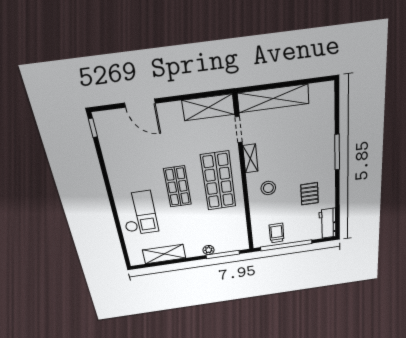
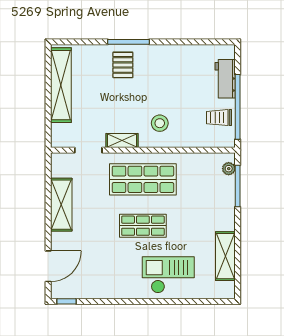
shelving: (273, 98) -> (61, 85), moved
door: (140, 103) -> (48, 266), moved
shelving: (208, 107) -> (61, 205), moved
pallet: (310, 194) -> (123, 65), moved, turned 90
workbench: (327, 223) -> (225, 79), moved, turned 90
plant: (209, 250) -> (229, 169), moved

